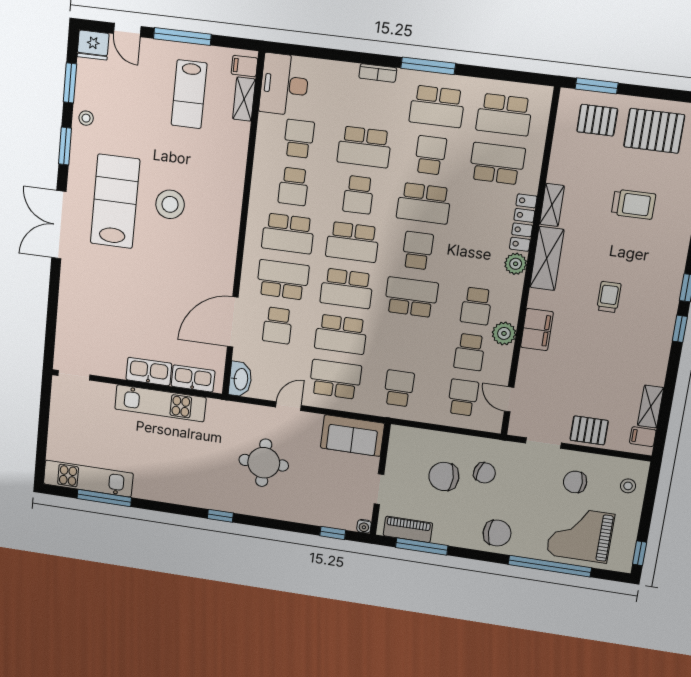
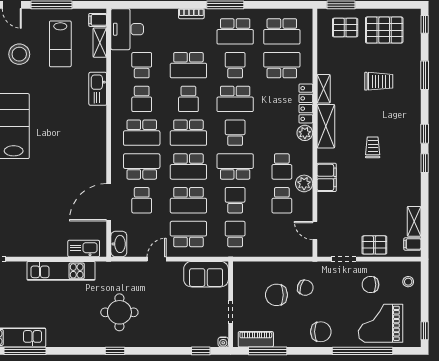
stool: (170, 204) -> (19, 54), moved
kitchen sink: (149, 372) -> (98, 89), moved, turned -90
school desk: (463, 397) -> (235, 200), moved
round table: (264, 463) -> (119, 312), moved

